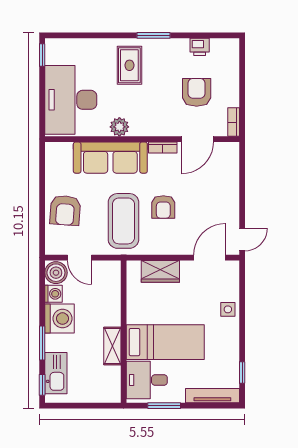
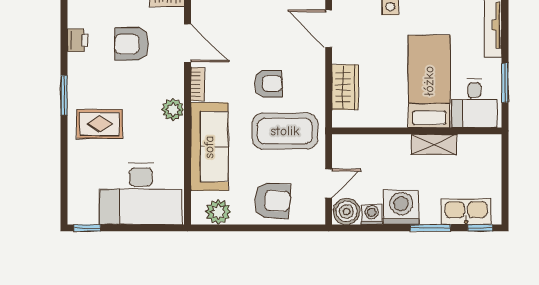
plant: (119, 127) -> (173, 110), moved
plant: (56, 165) -> (218, 212), added

